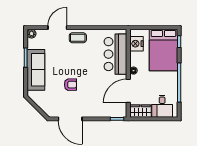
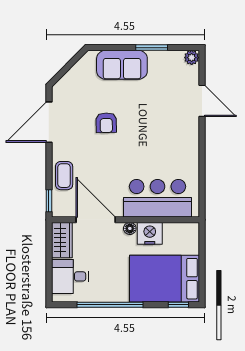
coffee table: (78, 38) -> (64, 176), moved
nightstand: (136, 44) -> (150, 233), moved
sofa: (36, 70) -> (122, 65), width x0.73

